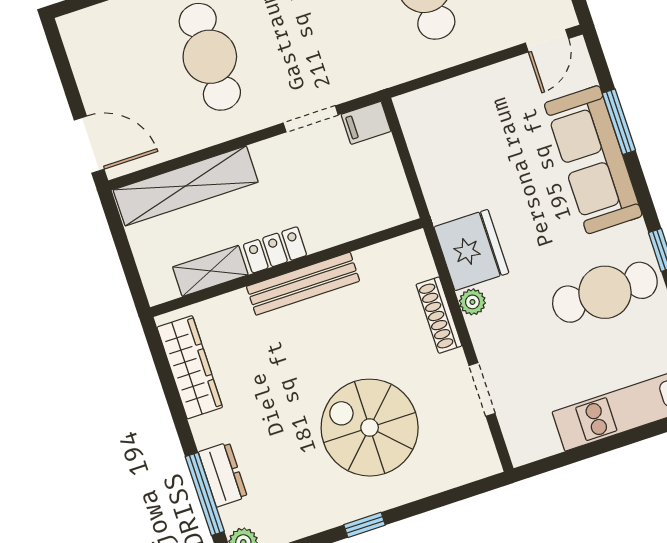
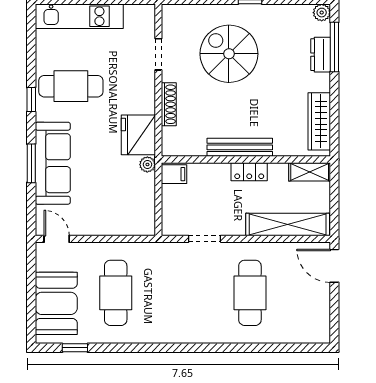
door: (547, 41) -> (57, 239), hinge flipped
window: (619, 122) -> (31, 163), moved
filing cabinet: (366, 123) -> (174, 174), moved
shelving: (210, 271) -> (310, 172), moved
plant: (472, 302) -> (147, 164), moved
spiral stairs: (370, 428) -> (229, 54), turned 180

